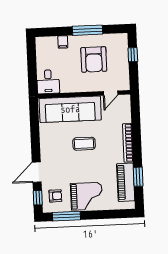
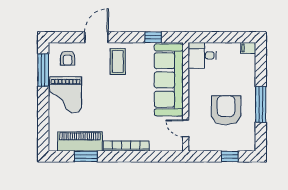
filing cabinet: (63, 42) -> (248, 48), moved
armchair: (94, 59) -> (226, 110), turned 90
coffee table: (84, 144) -> (118, 62), moved
door: (37, 172) -> (97, 37), hinge flipped
window: (38, 198) -> (153, 37), moved

